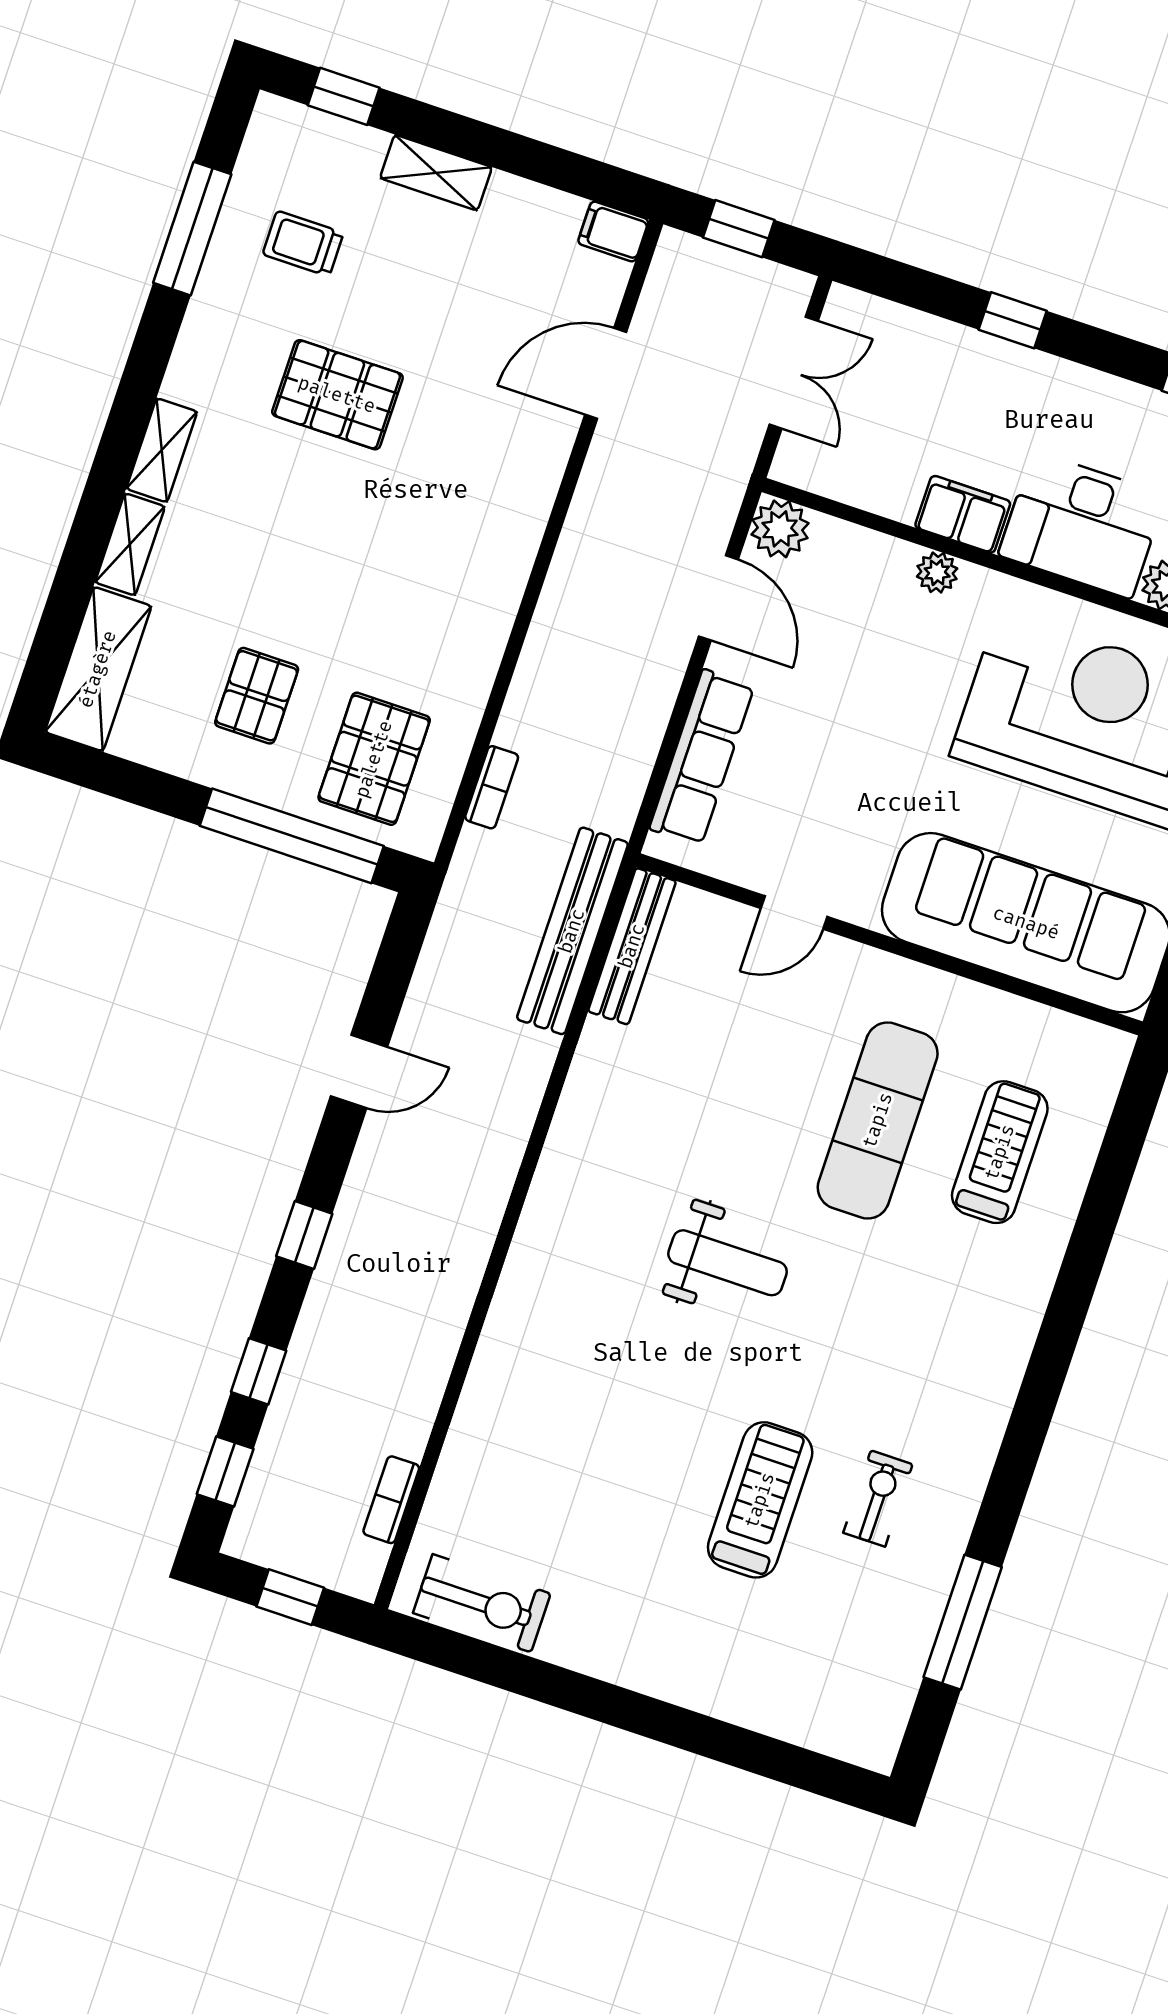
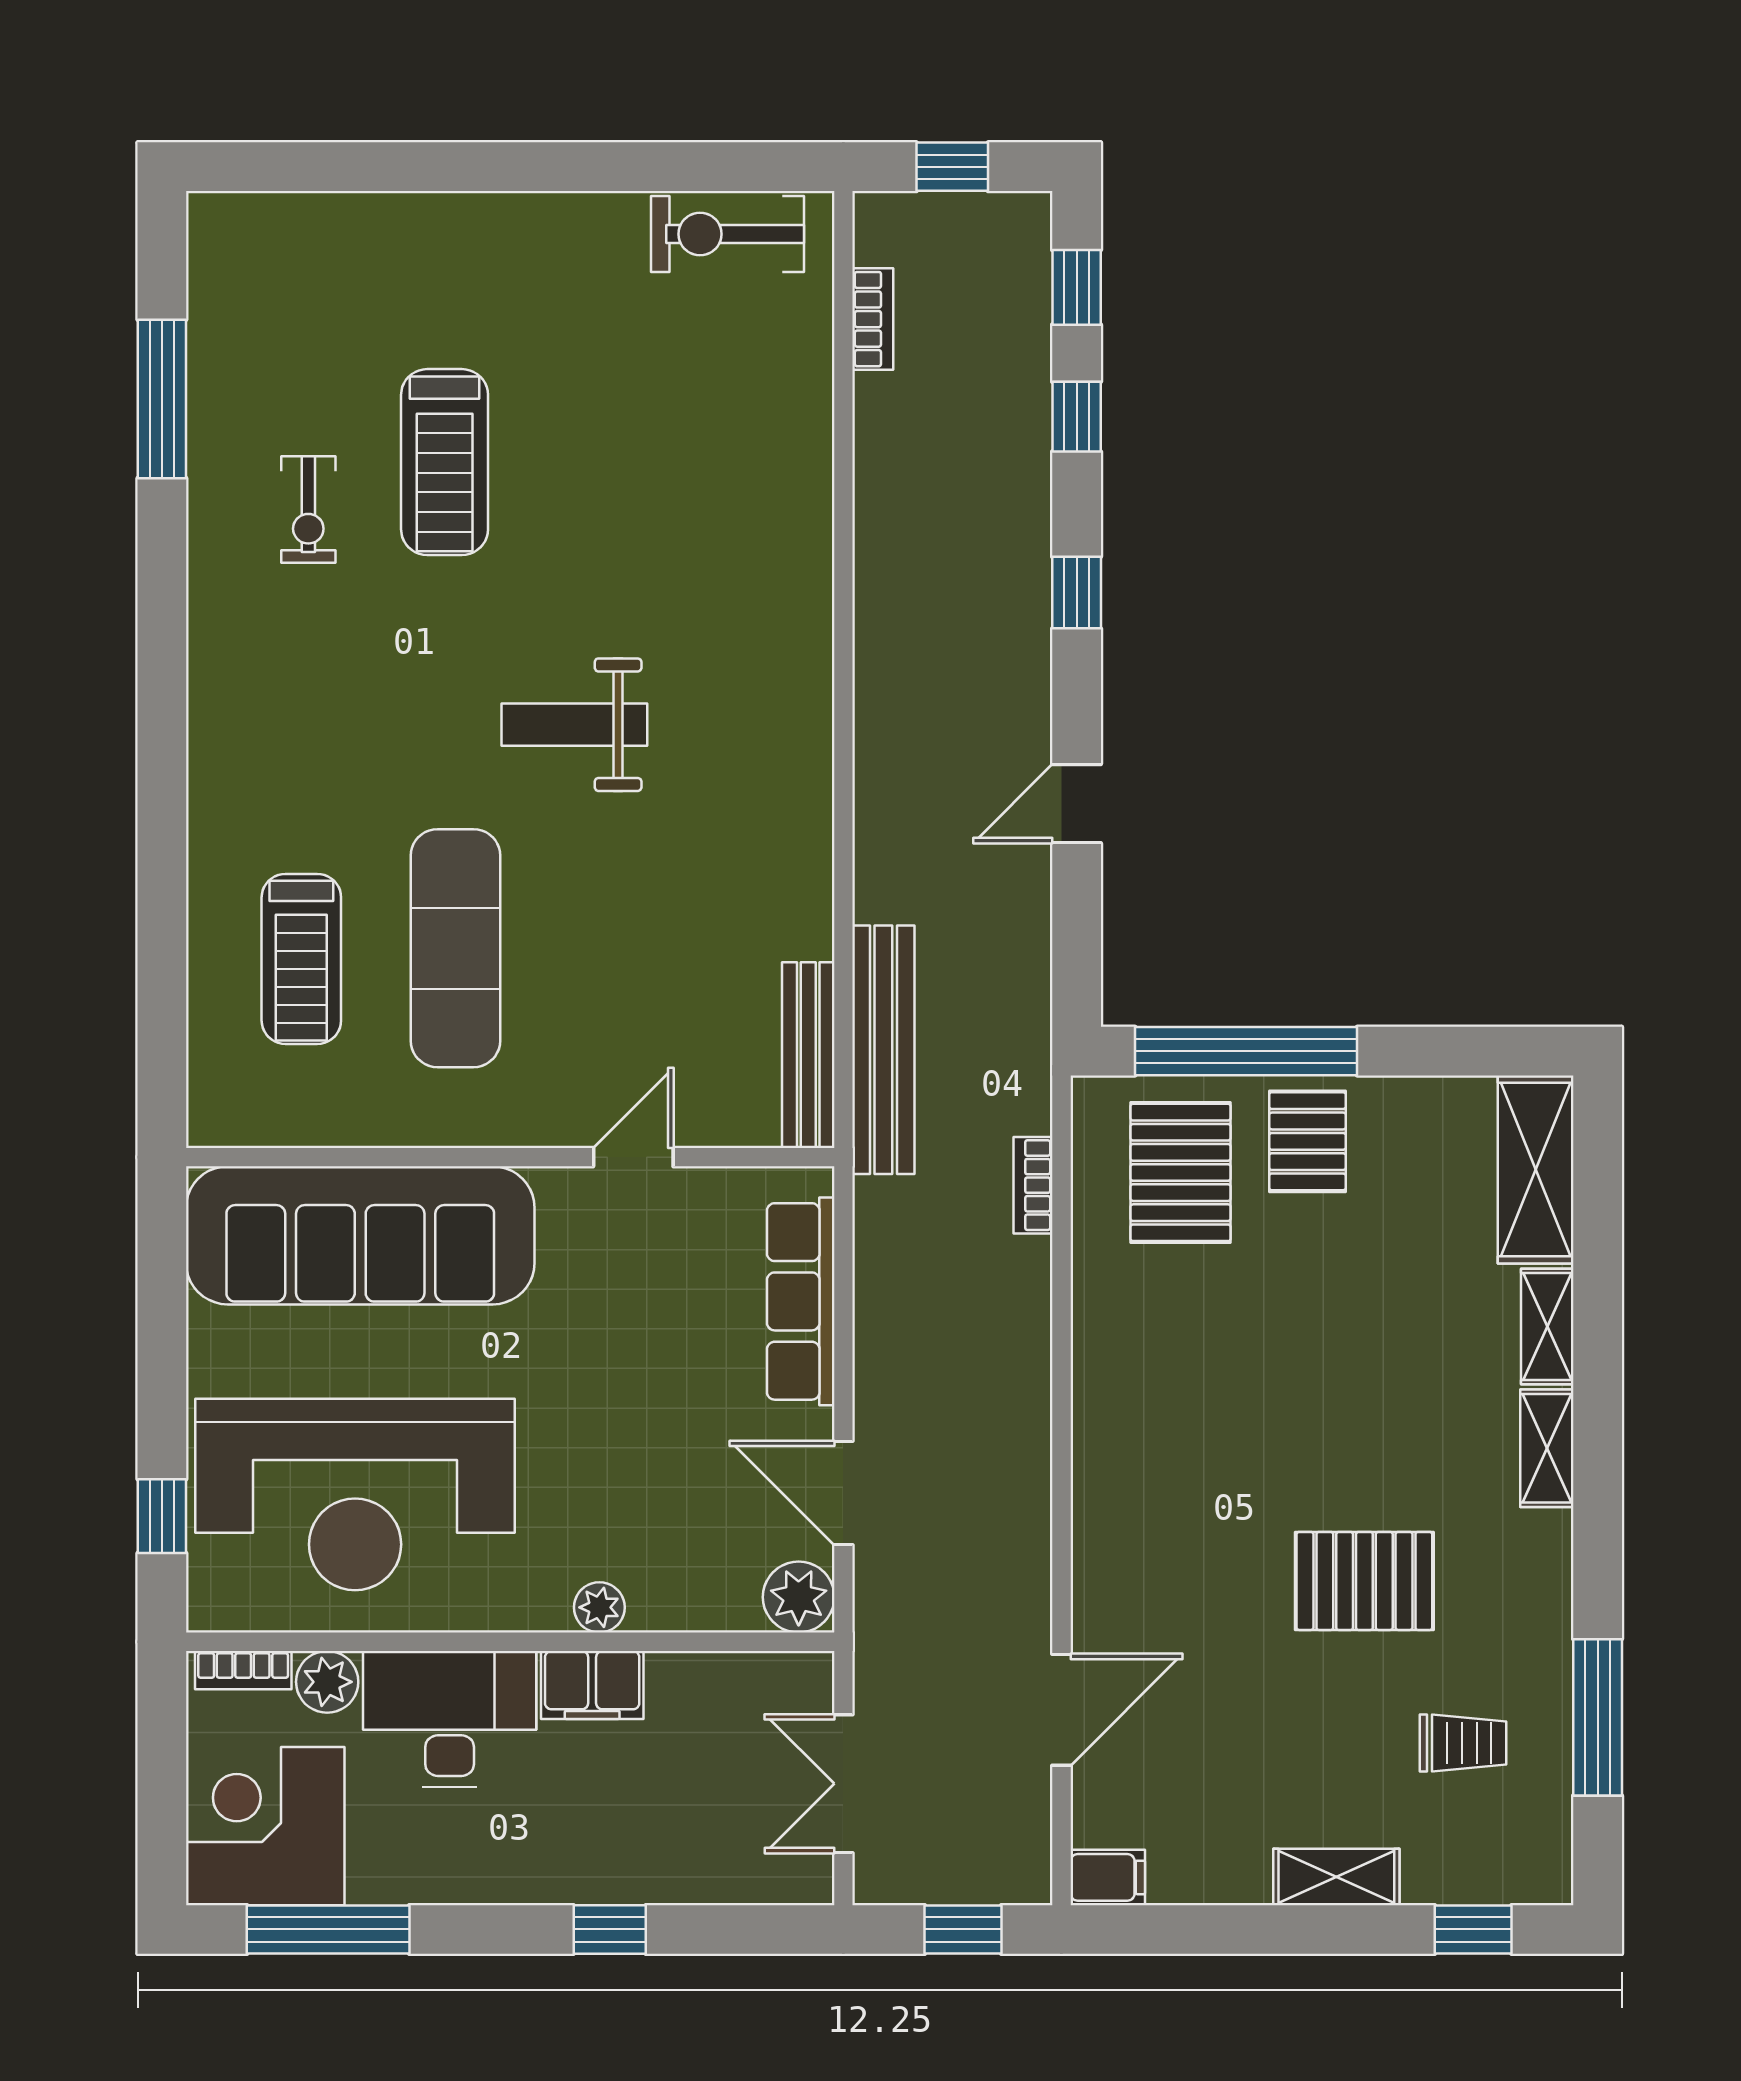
pallet: (257, 696) -> (1307, 1141), moved

